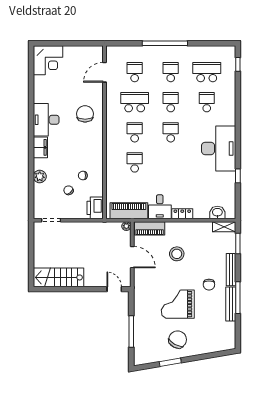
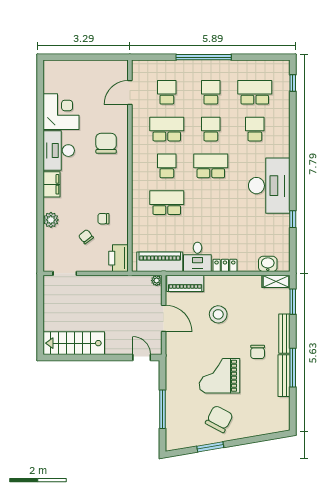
corner desk: (48, 60) -> (61, 112), moved, turned -90
school desk: (171, 132) -> (211, 166), width x1.85
school desk: (135, 162) -> (167, 203), width x1.85

